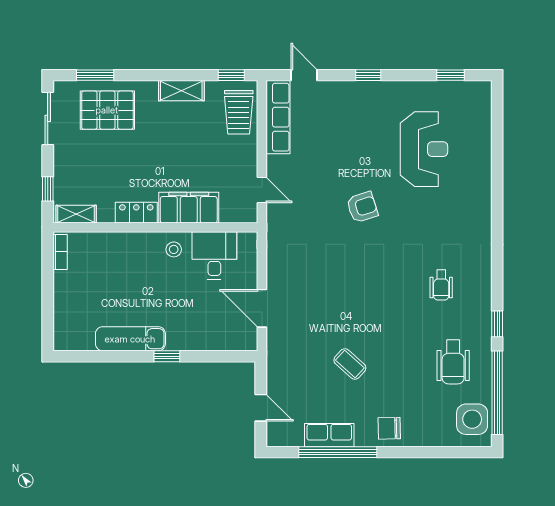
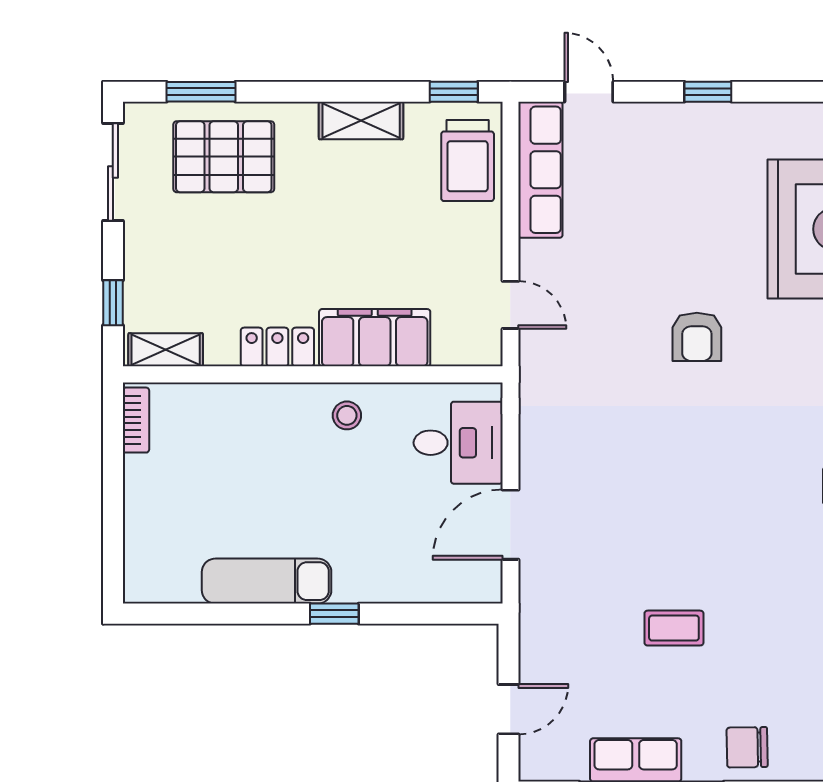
armchair: (362, 207) -> (697, 337), turned 108
desk: (214, 256) -> (458, 443), moved, turned 90
door: (262, 308) -> (510, 525), hinge flipped
coffee table: (350, 364) -> (674, 628), turned -42
door: (261, 408) -> (508, 709), hinge flipped

